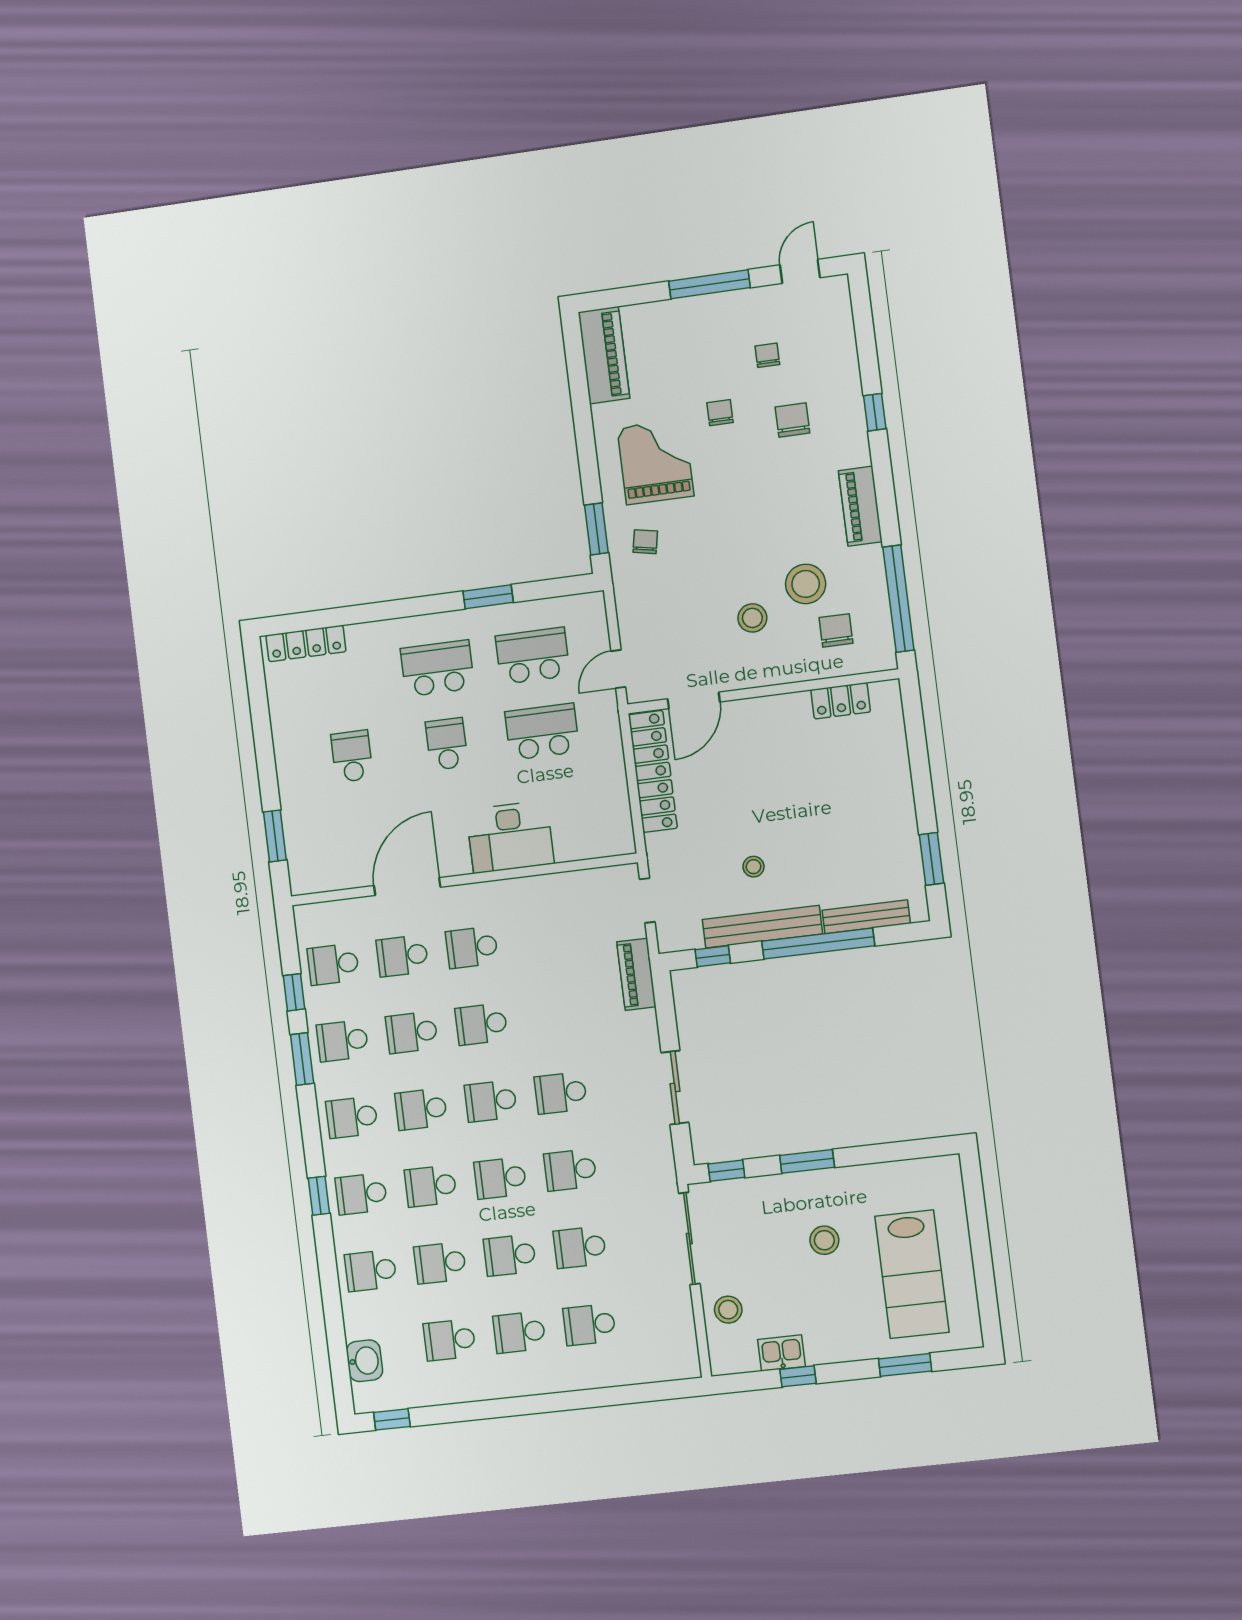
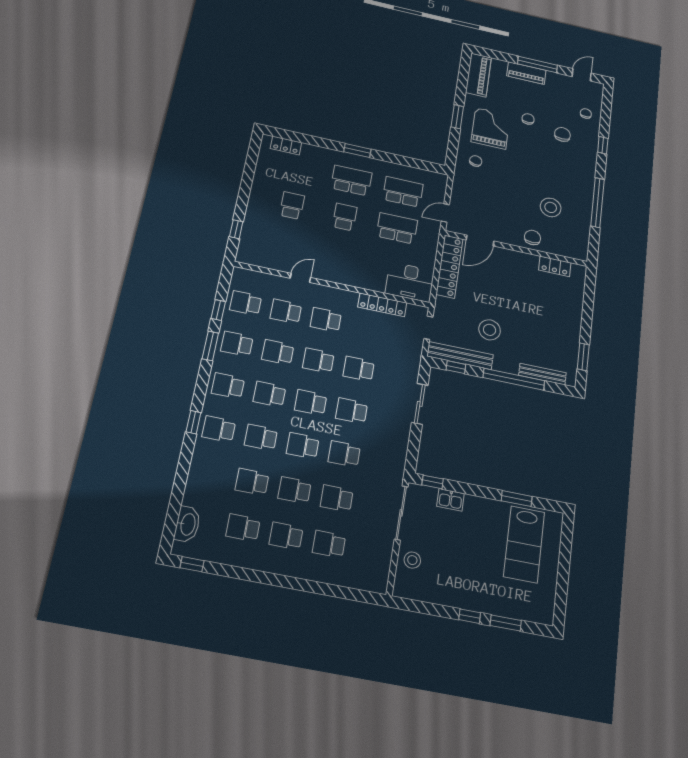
chair: (767, 355) -> (586, 113), moved
piano: (860, 506) -> (526, 73), moved, turned -90
window: (596, 529) -> (457, 117), moved
window: (488, 597) -> (357, 151), moved
window: (898, 599) -> (598, 203), moved
stool: (752, 618) -> (520, 213), removed
chair: (836, 630) -> (533, 238), moved
locker: (306, 643) -> (286, 145), width x0.66
window: (275, 836) -> (236, 229), width x0.67
desk: (510, 837) -> (410, 282), moved
stool: (753, 867) -> (490, 330), width x1.89, depth x1.89
door: (407, 886) -> (300, 278), width x0.53
locker: (557, 886) -> (382, 305), added
bench: (762, 927) -> (460, 356), moved
piano: (636, 974) -> (412, 363), removed
sliding door: (675, 1088) -> (420, 404), moved
window: (807, 1161) -> (517, 499), moved
stool: (824, 1240) -> (477, 538), removed
school desk: (371, 1271) -> (359, 369), moved
lab bench: (912, 1274) -> (524, 544), moved
kitchen sink: (782, 1353) -> (450, 500), moved, turned 180
washbasin: (364, 1361) -> (187, 524), width x1.38
window: (798, 1376) -> (470, 616), moved

